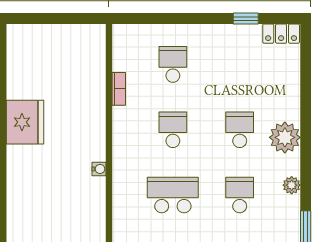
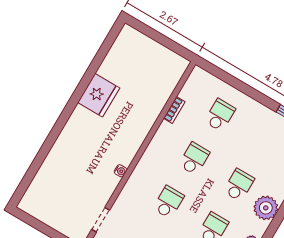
water cooler: (99, 169) -> (120, 171), moved
school desk: (173, 195) -> (169, 202), width x0.54

